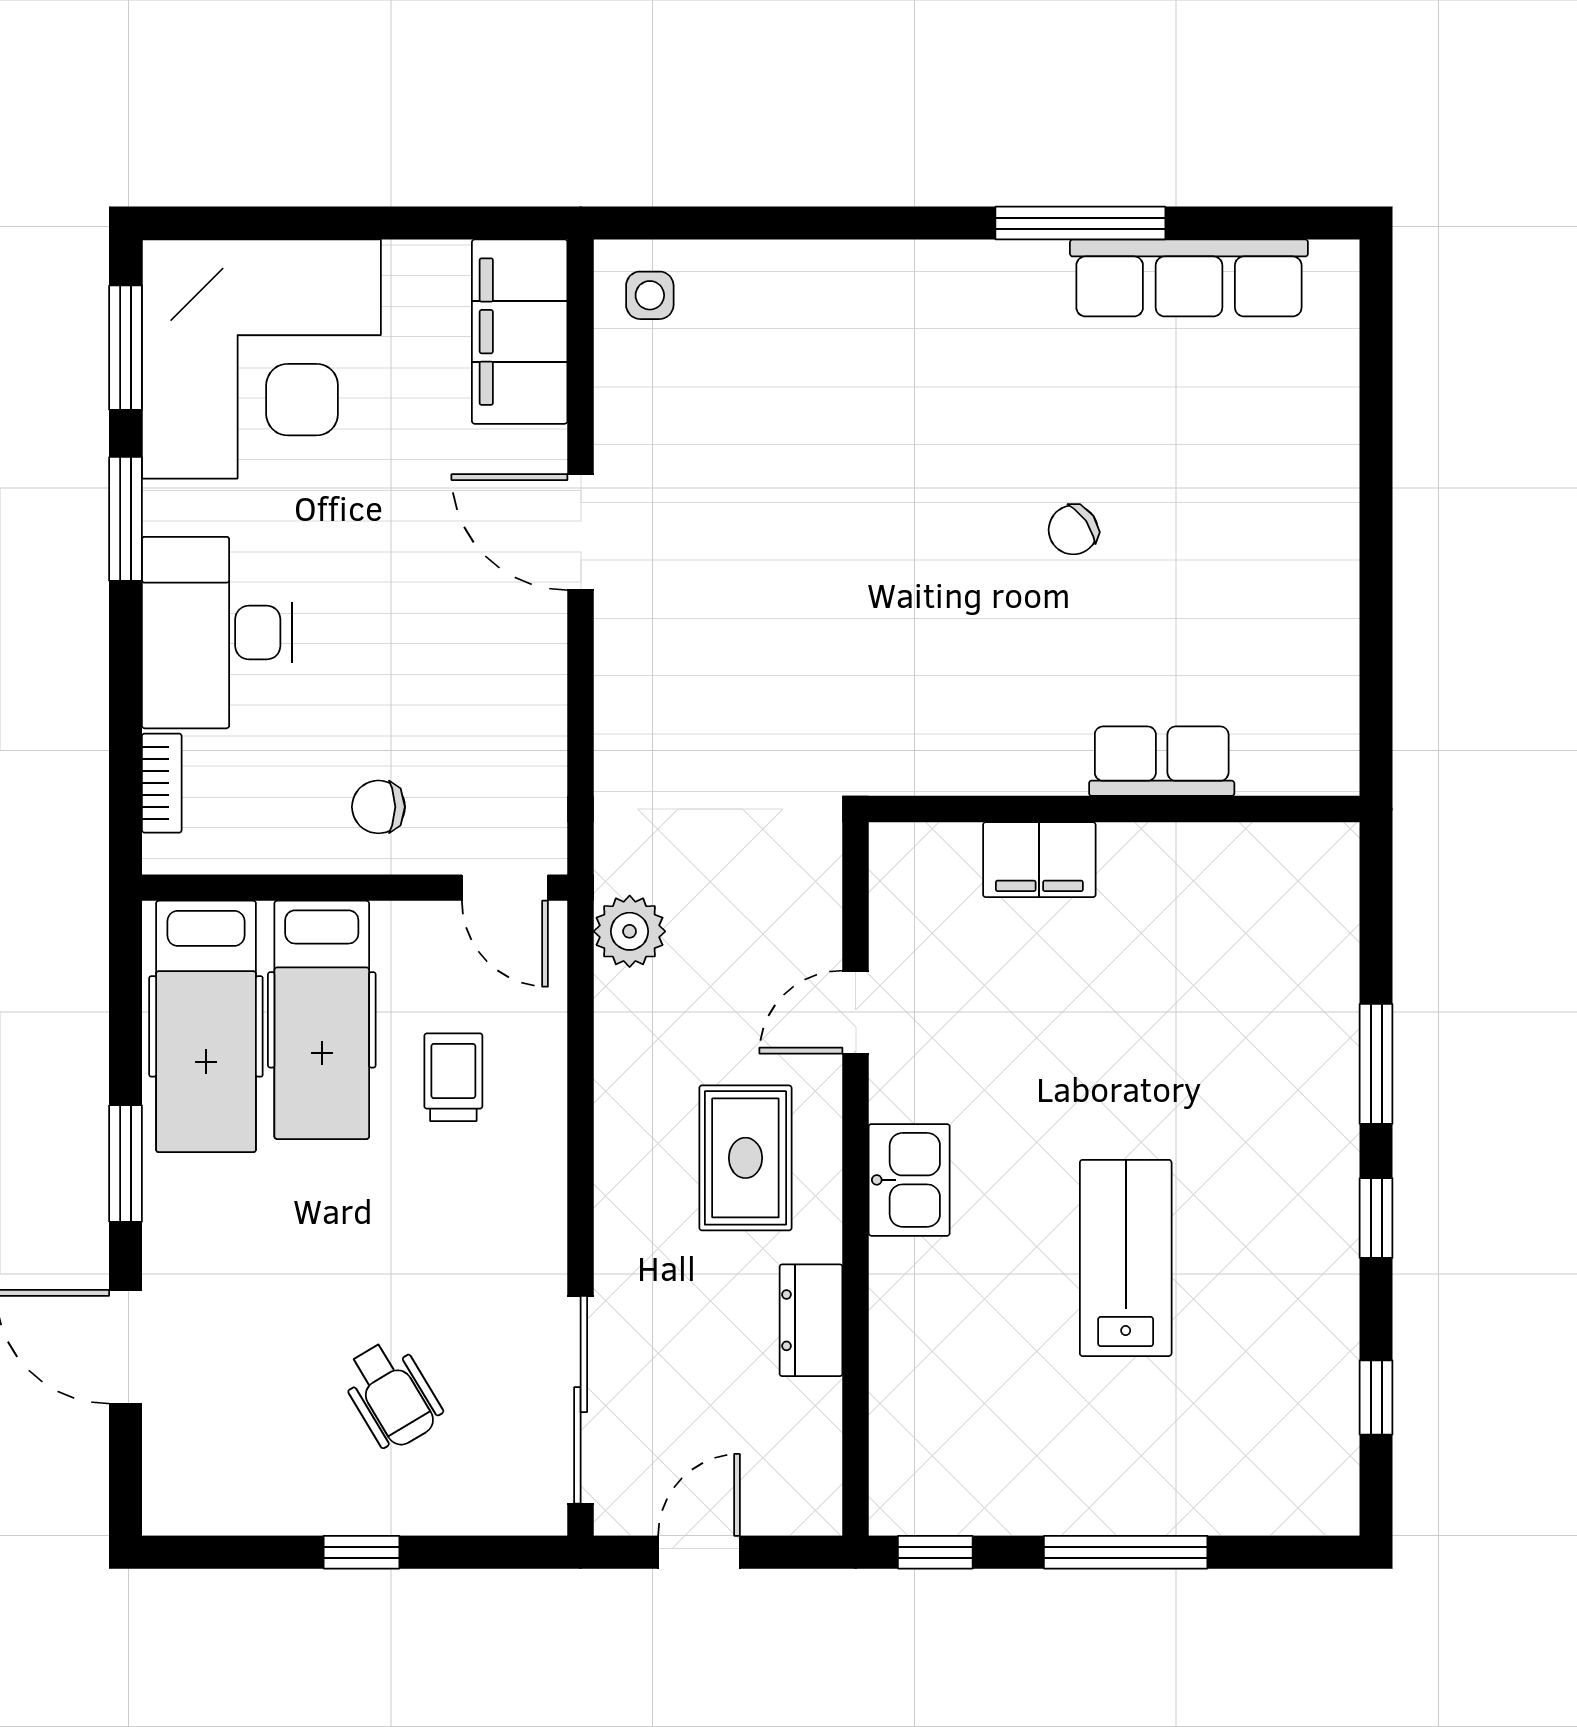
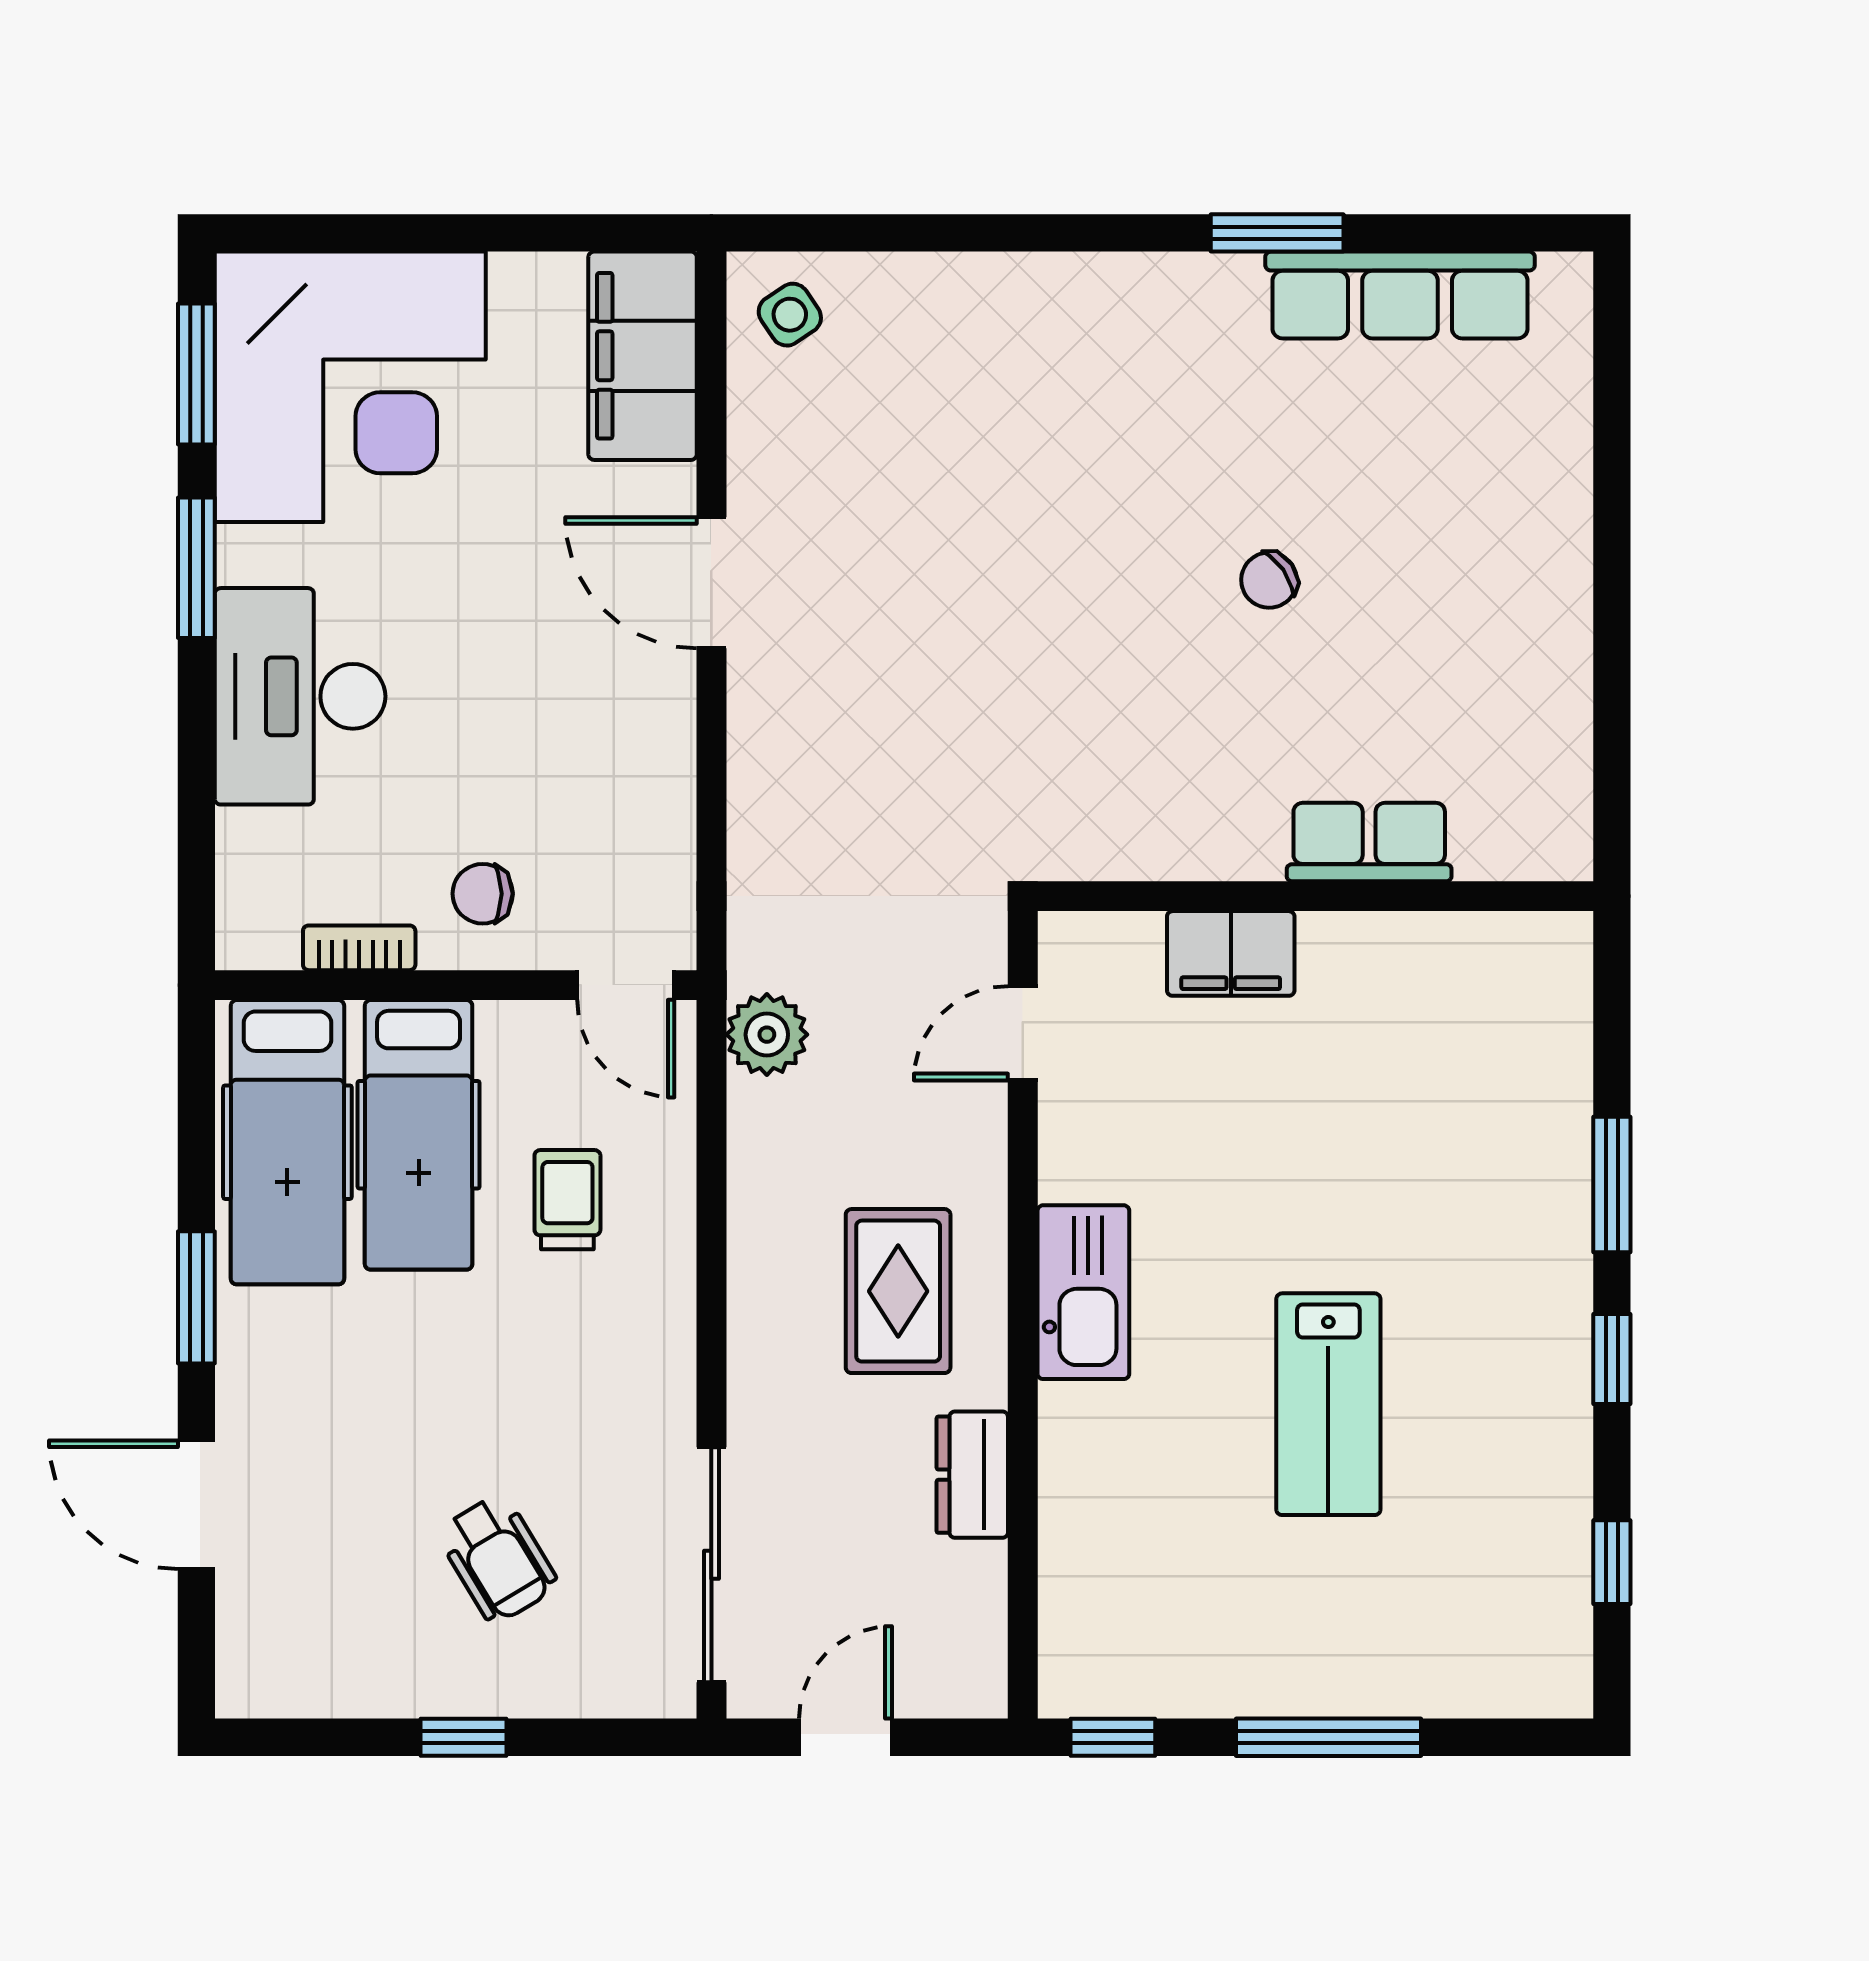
window: (1080, 223) -> (1277, 233), width x0.69
side table: (650, 295) -> (790, 315), turned -34
bookcase: (162, 783) -> (359, 948), moved, turned -90
door: (856, 1012) -> (1023, 1033), moved
kitchen sink: (909, 1180) -> (1083, 1292), width x1.38
lab bench: (1126, 1258) -> (1328, 1404), turned 180

